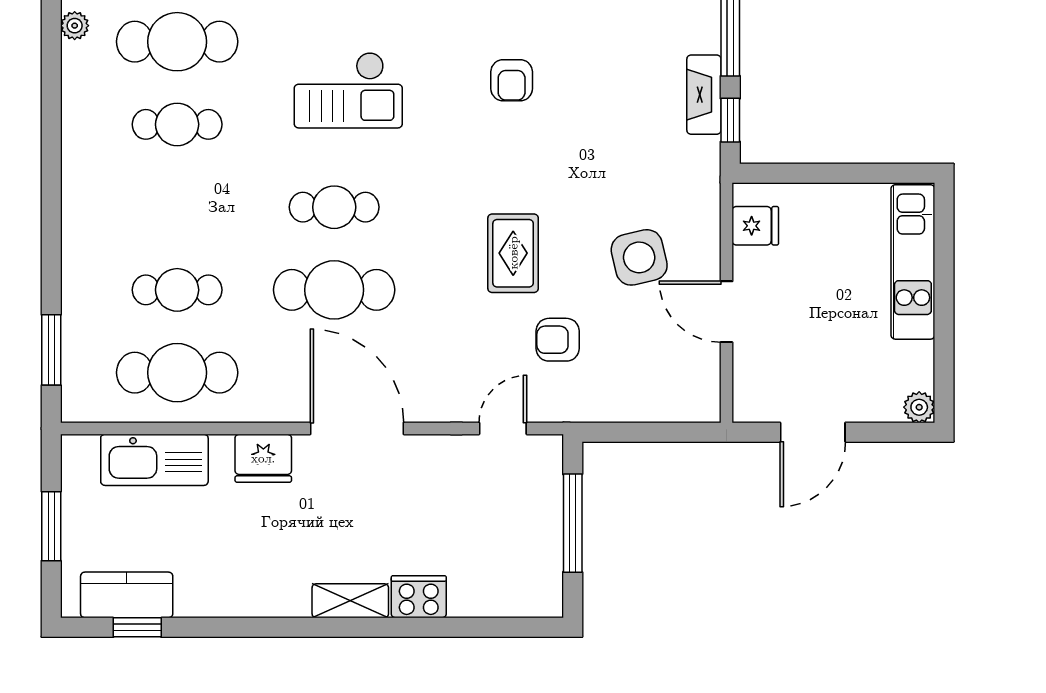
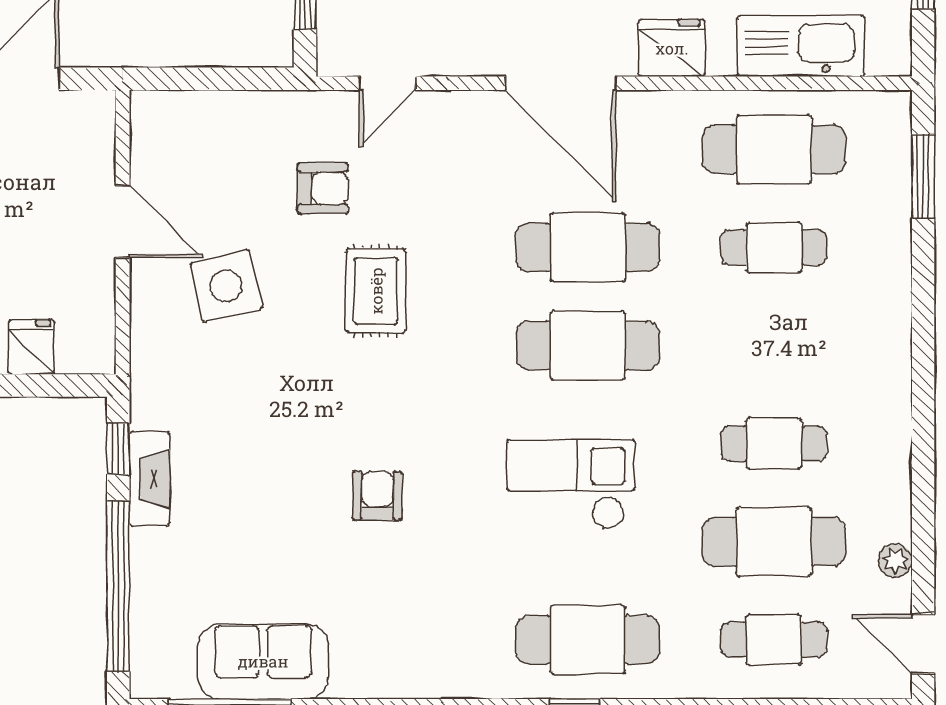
cafe table: (334, 207) -> (588, 345), width x1.37, depth x1.35
fridge: (755, 226) -> (31, 347), moved, turned 90

